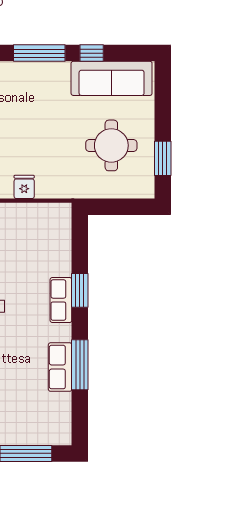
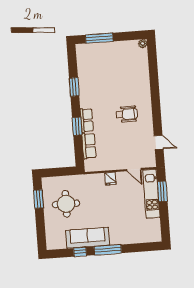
sofa: (112, 78) -> (88, 238), moved
window: (80, 365) -> (74, 87), width x0.69
row of seats: (60, 367) -> (89, 146), moved

